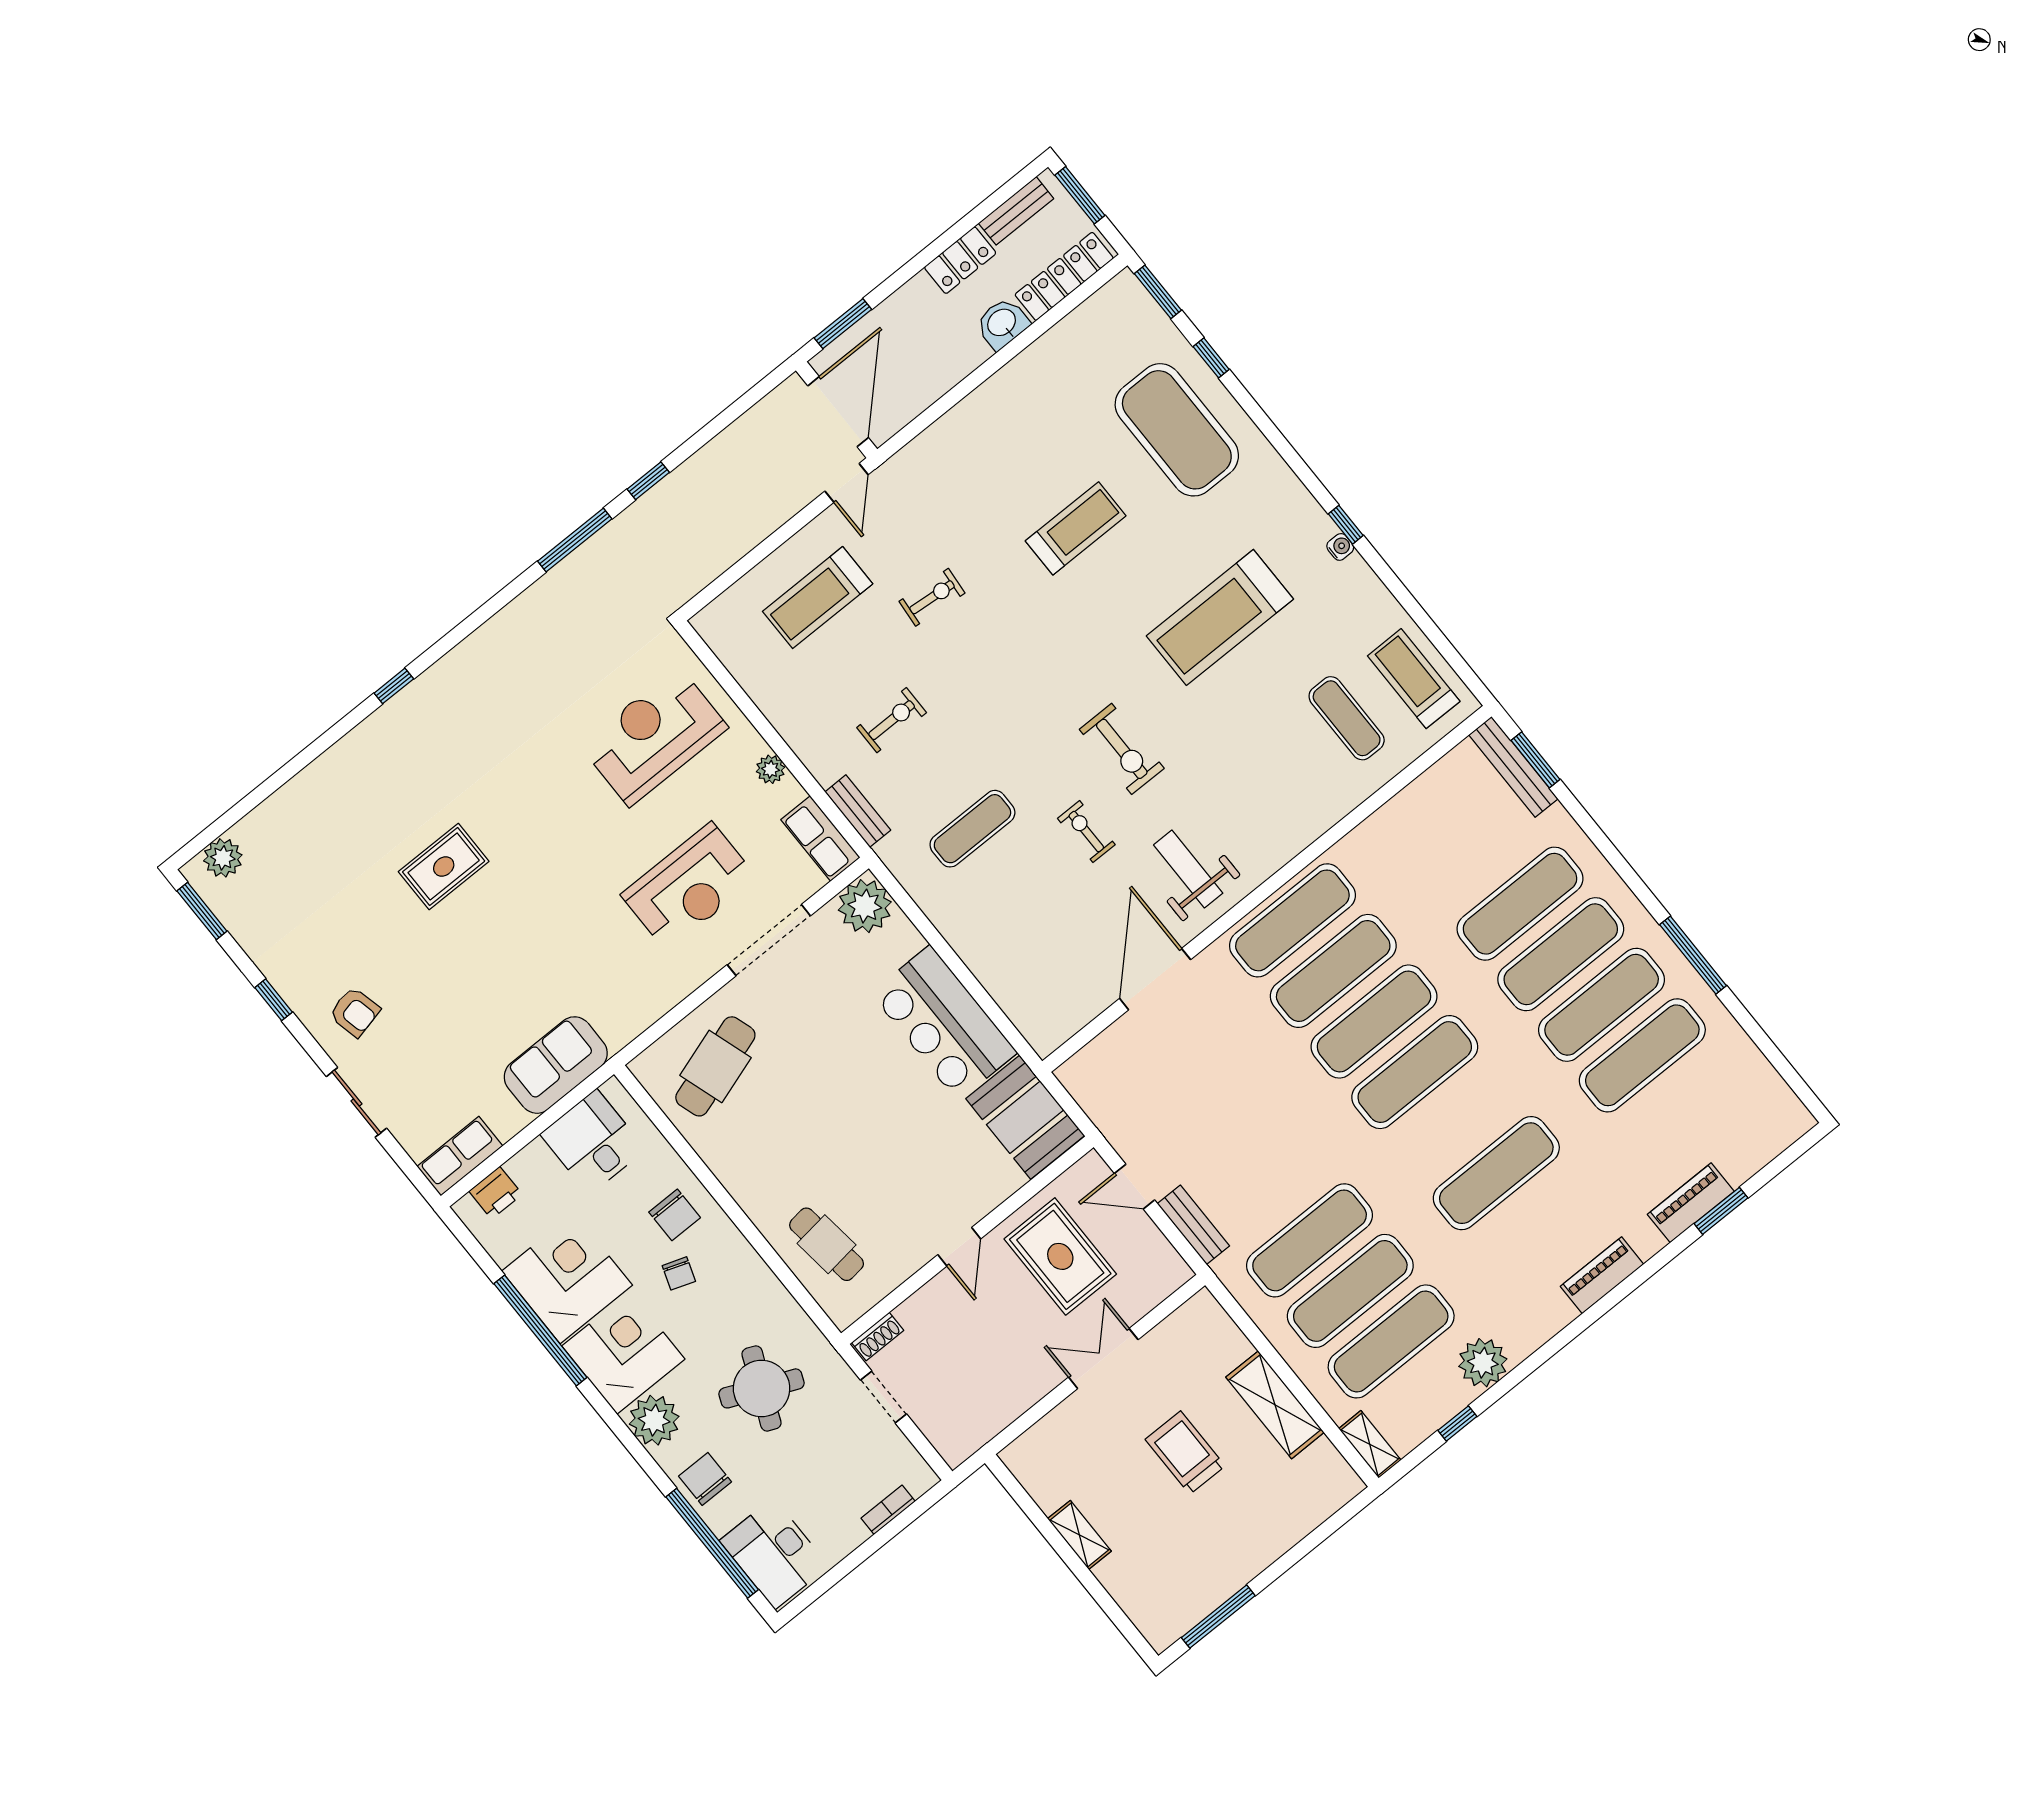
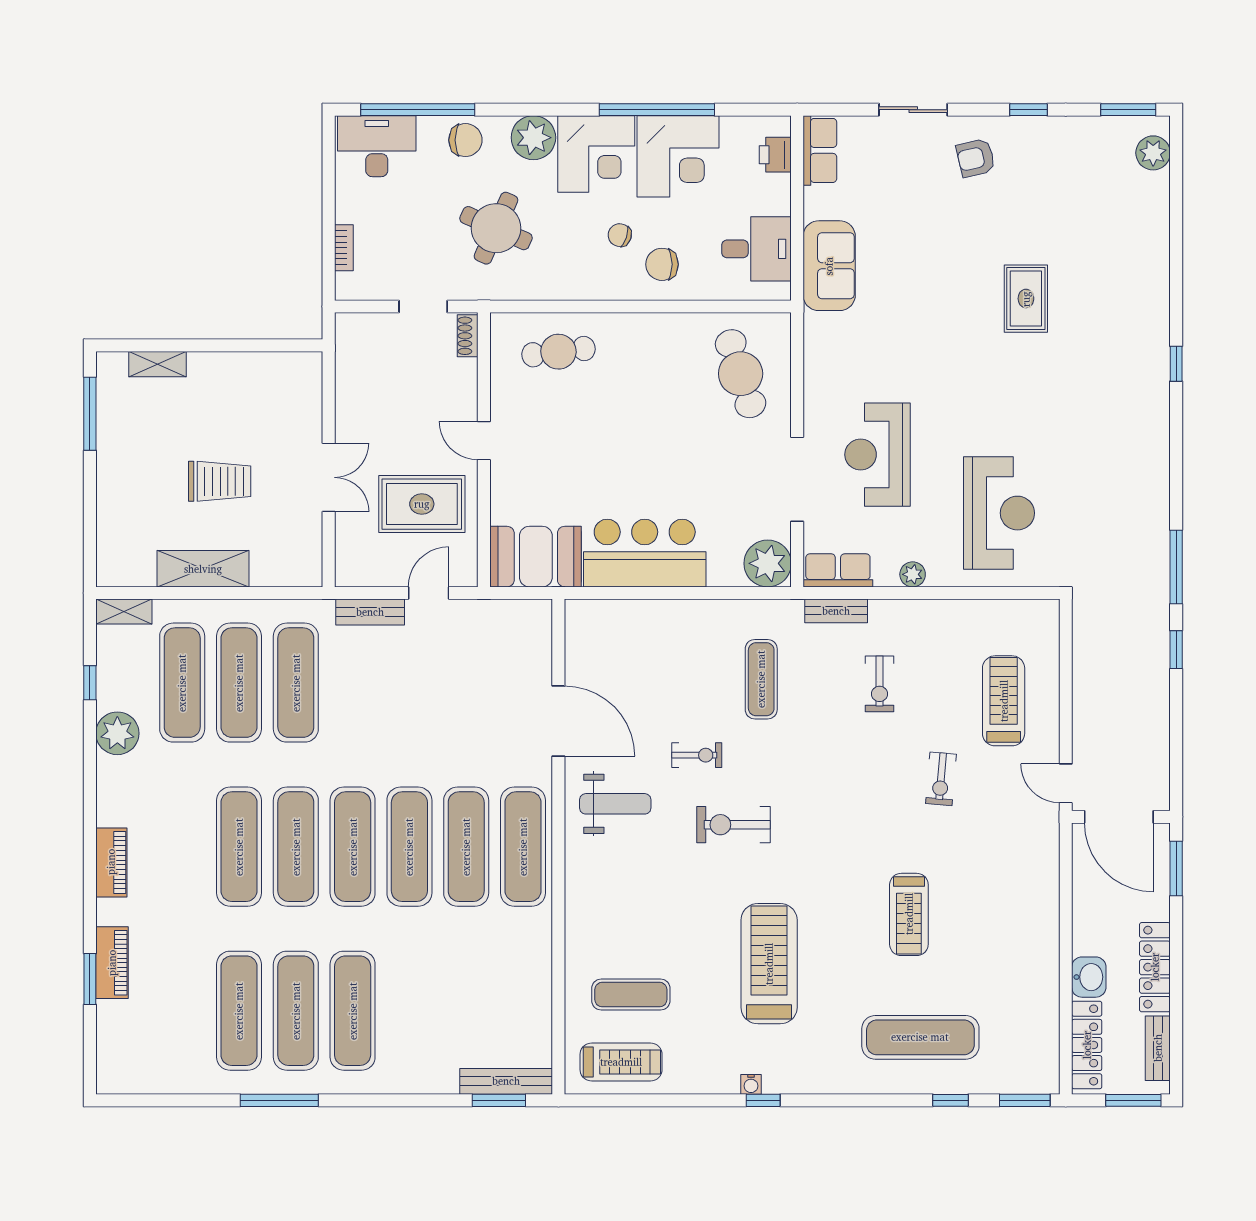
locker: (960, 260) -> (1155, 967), width x1.53
exercise mat: (1177, 430) -> (920, 1037), width x0.68
exercise mat: (1520, 904) -> (296, 847), moved
shelving: (1079, 1535) -> (157, 364), moved

